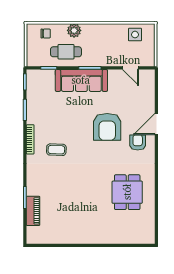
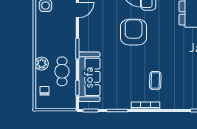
sofa: (81, 80) -> (89, 77), moved
armchair: (107, 127) -> (134, 32), turned -90

